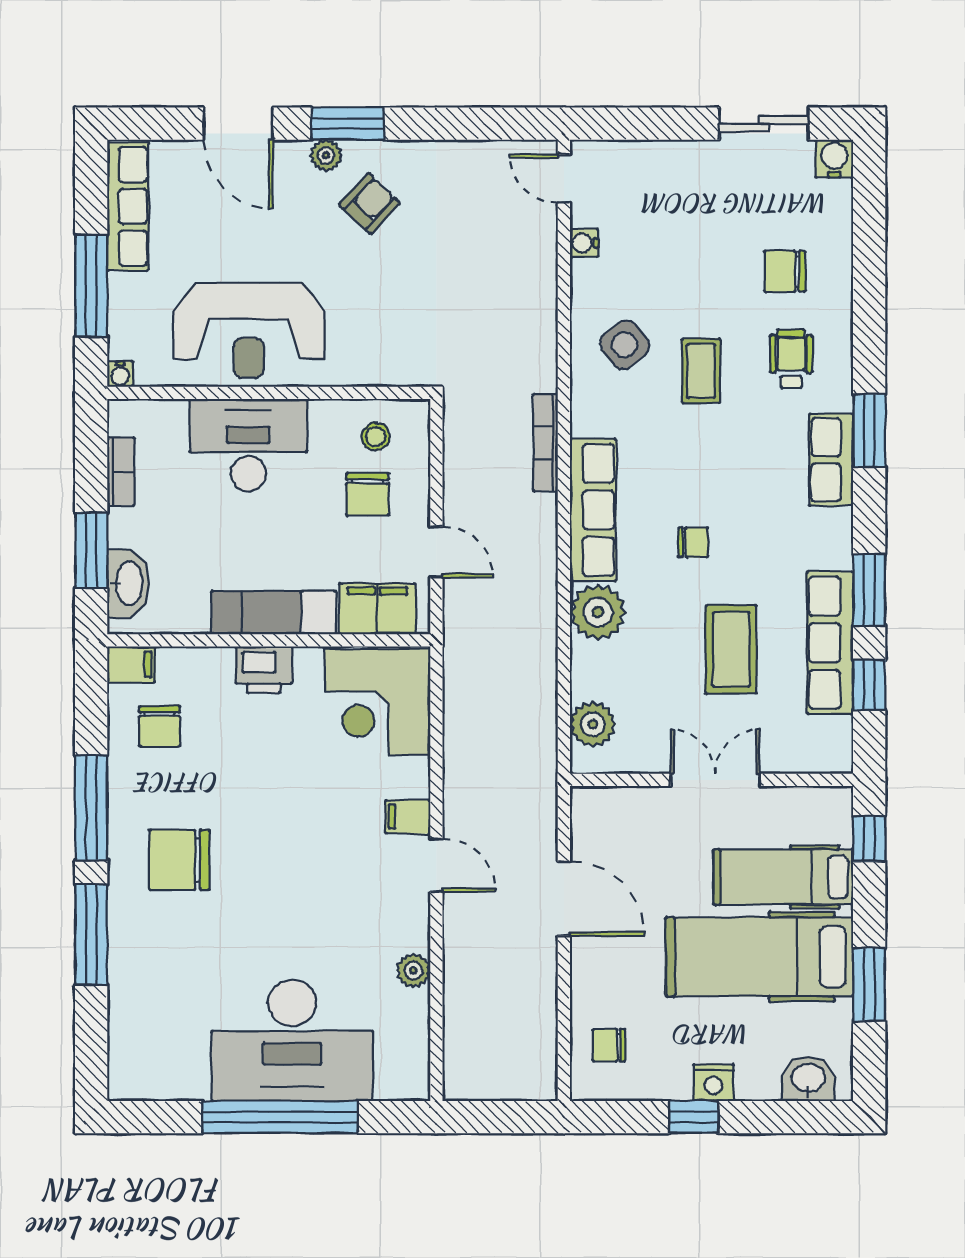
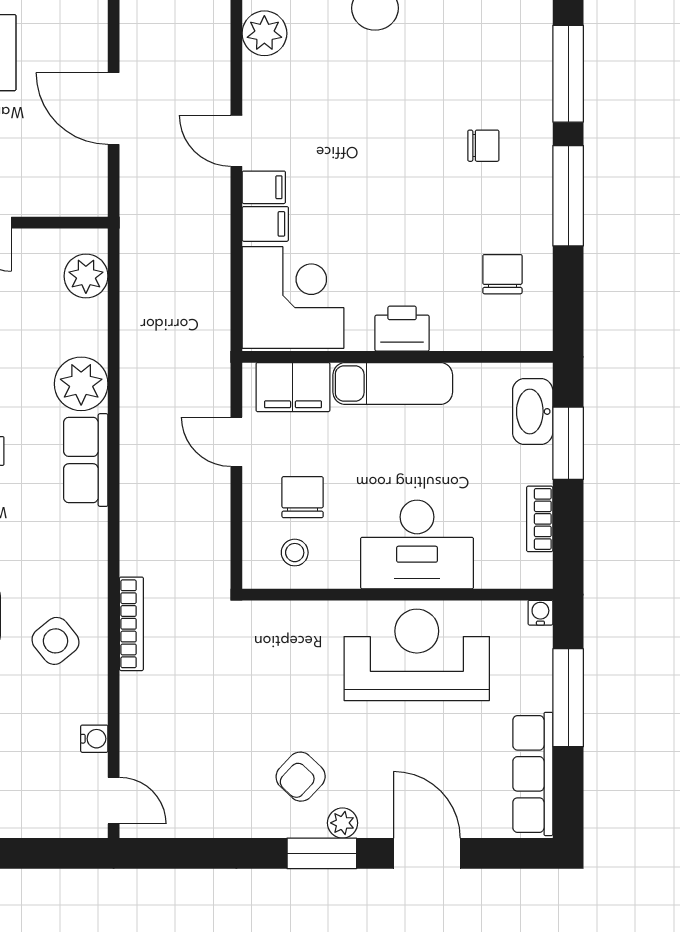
bookcase: (546, 442) -> (131, 624), moved
row of seats: (593, 510) -> (86, 460), width x0.68
filing cabinet: (131, 664) -> (265, 224), moved, turned 180
chair: (179, 860) -> (483, 146), width x0.54, depth x0.54
plant: (413, 971) -> (264, 33), width x1.38, depth x1.38

